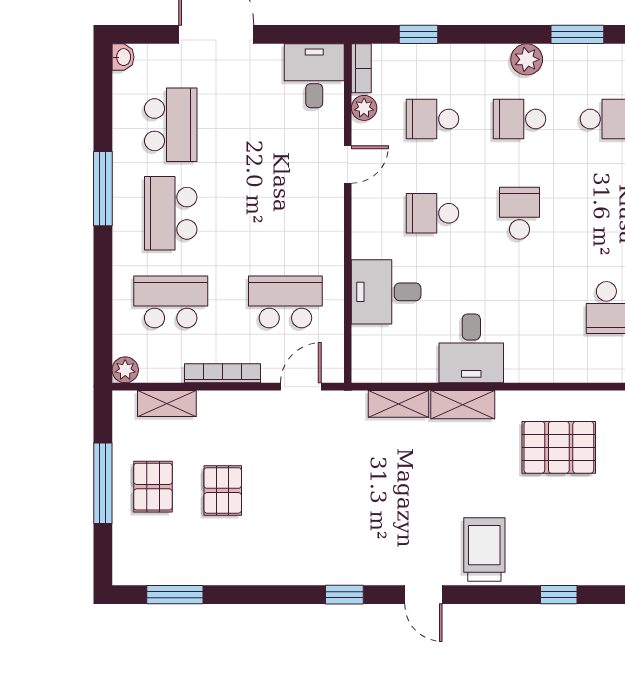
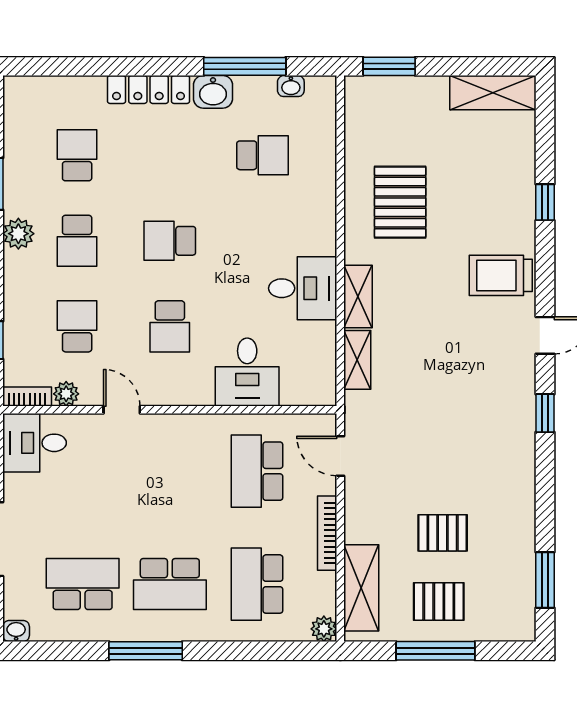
school desk: (433, 119) -> (77, 326), turned 180
shelving: (167, 403) -> (361, 588), width x1.50, depth x1.33

